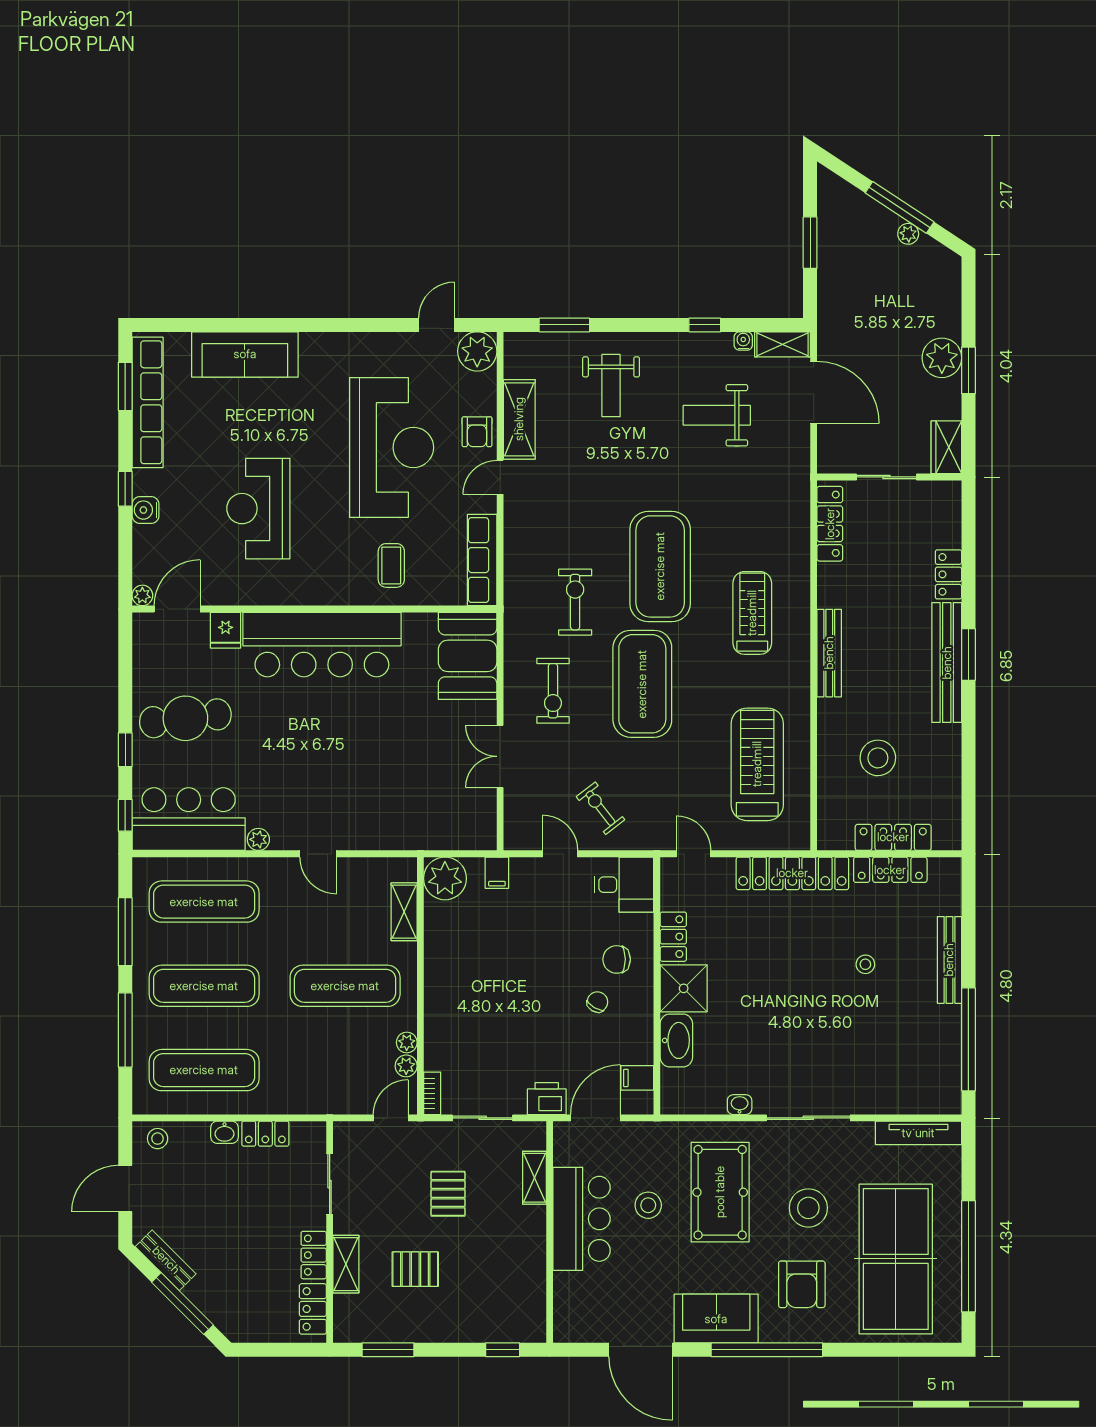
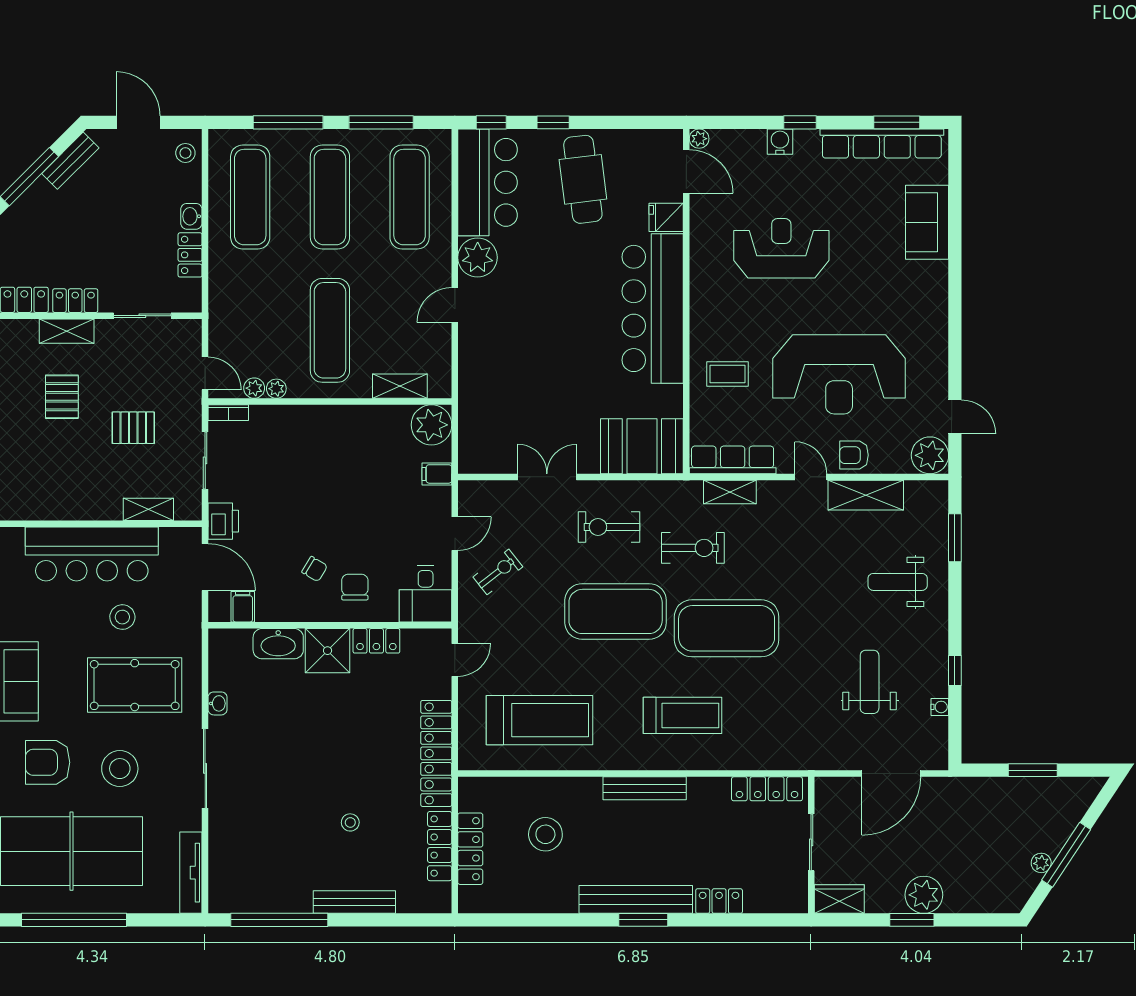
shelving: (783, 344) -> (730, 492), moved, turned 90
sofa: (245, 354) -> (927, 222), width x0.73
plant: (258, 839) -> (478, 257), width x1.87, depth x1.87
bar counter: (582, 1219) -> (92, 554), width x1.36

